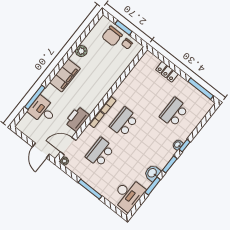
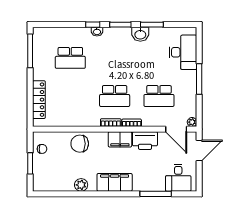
chair: (112, 36) -> (80, 144), moved, turned 180
locker: (167, 72) -> (39, 100), width x1.53
filing cabinet: (91, 102) -> (120, 139), added
desk: (43, 110) -> (178, 178), moved
desk: (128, 194) -> (183, 52), moved, turned 90

